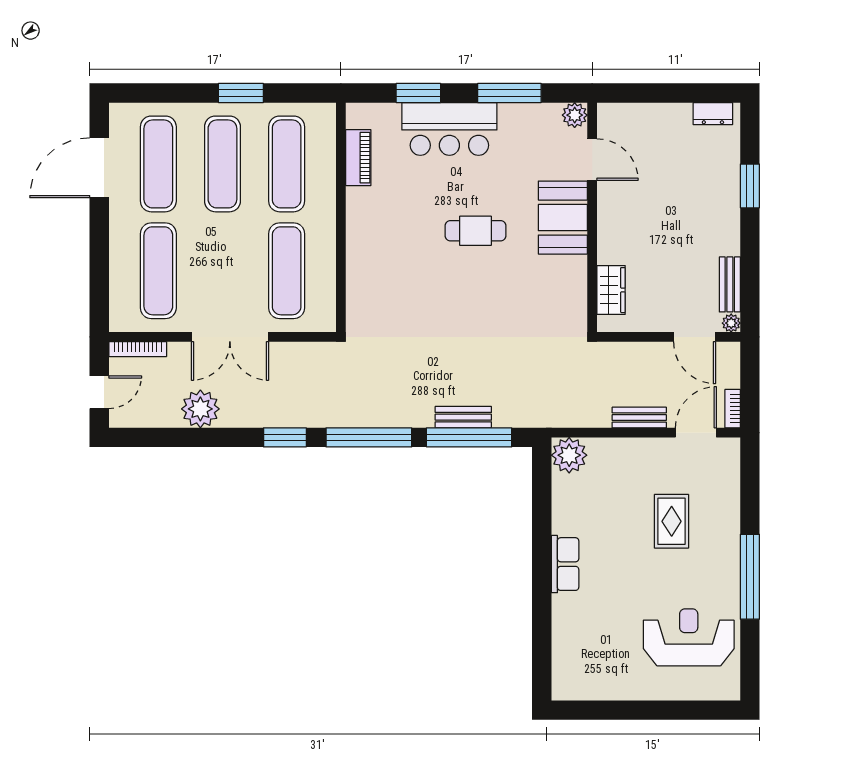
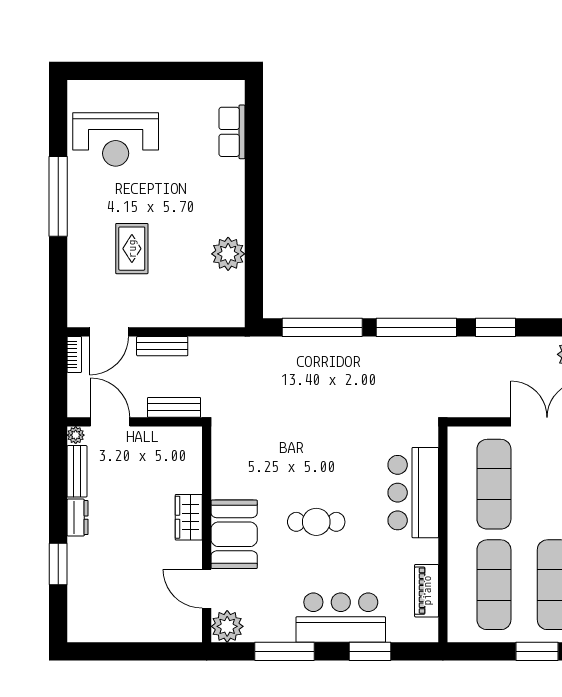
dresser: (713, 114) -> (77, 518), moved, turned 90
plant: (575, 115) -> (227, 626), width x1.36, depth x1.36
bar counter: (372, 262) -> (413, 493), added
wardrobe: (611, 290) -> (189, 517), moved
bench: (463, 417) -> (174, 407), moved
plant: (569, 455) -> (228, 254), moved
row of seats: (565, 564) -> (232, 132), moved

